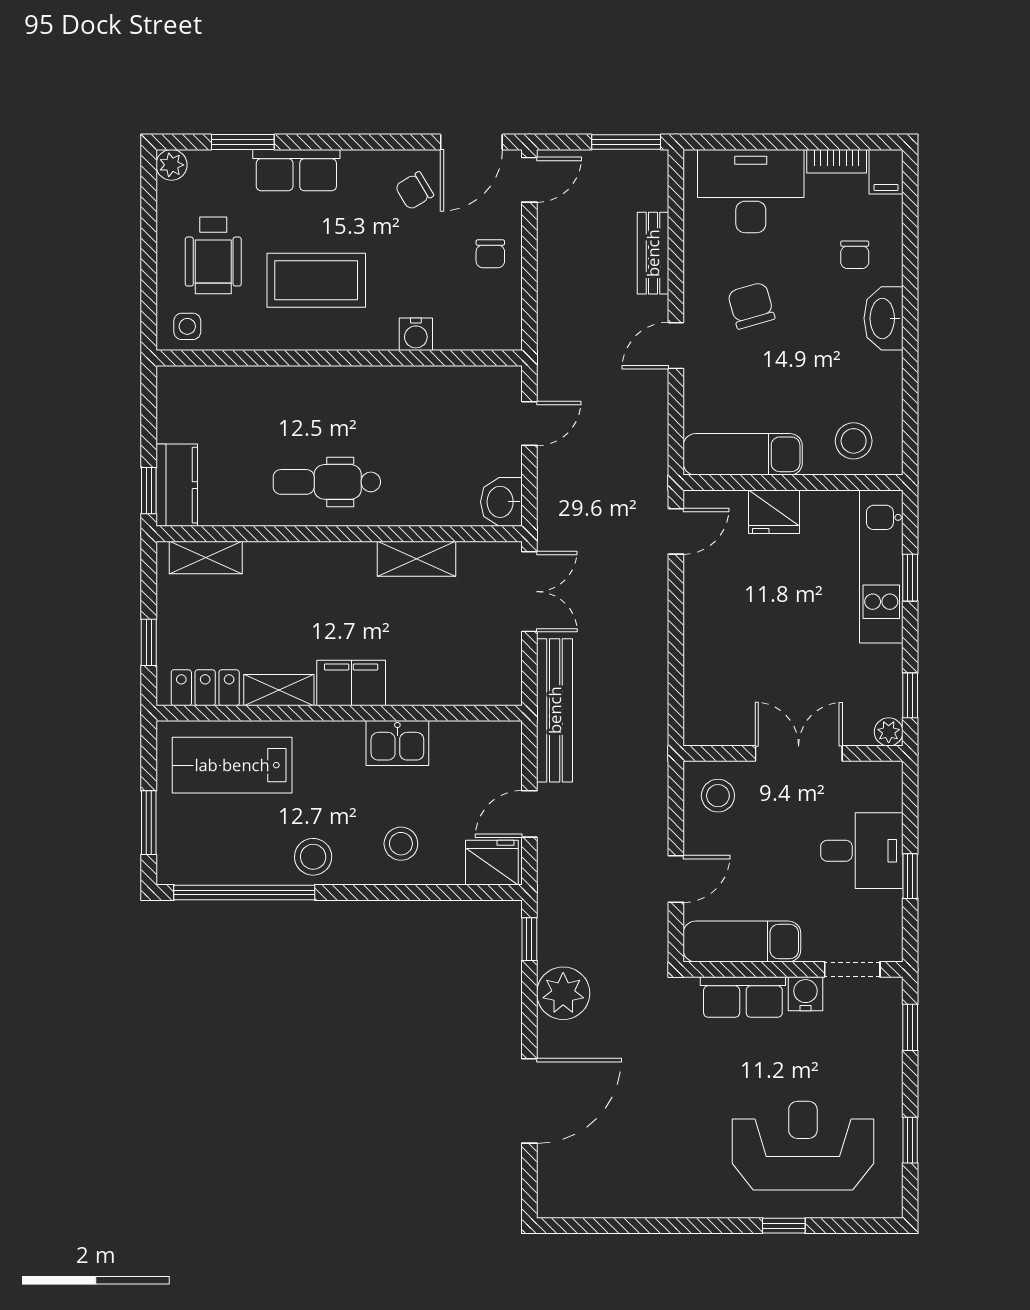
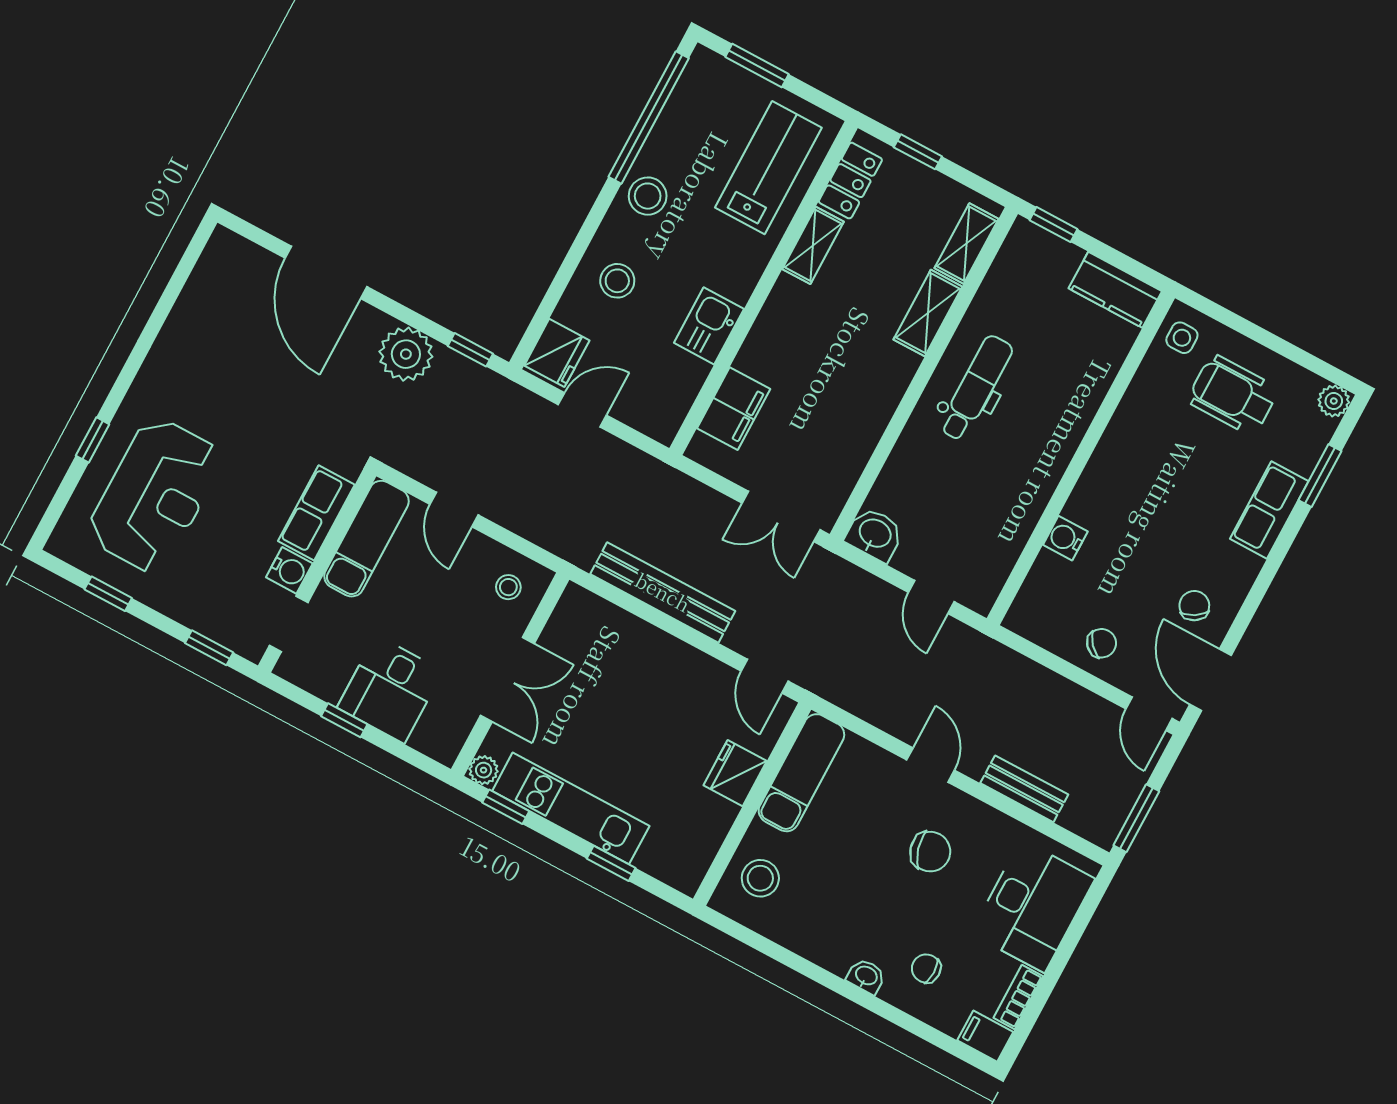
chair: (490, 254) -> (1102, 643), turned 139
coffee table: (316, 280) -> (1161, 475), removed
washbasin: (883, 318) -> (866, 976), width x0.52, depth x0.69
kitchen counter: (177, 485) -> (1115, 290), moved
shelving: (417, 559) -> (928, 313), moved
kitchen unit: (881, 566) -> (571, 808), moved
filing cabinet: (351, 683) -> (734, 409), moved
bench: (555, 710) -> (663, 592), moved
stool: (718, 796) -> (508, 587), width x0.73, depth x0.73
door: (529, 814) -> (582, 410), hinge flipped

